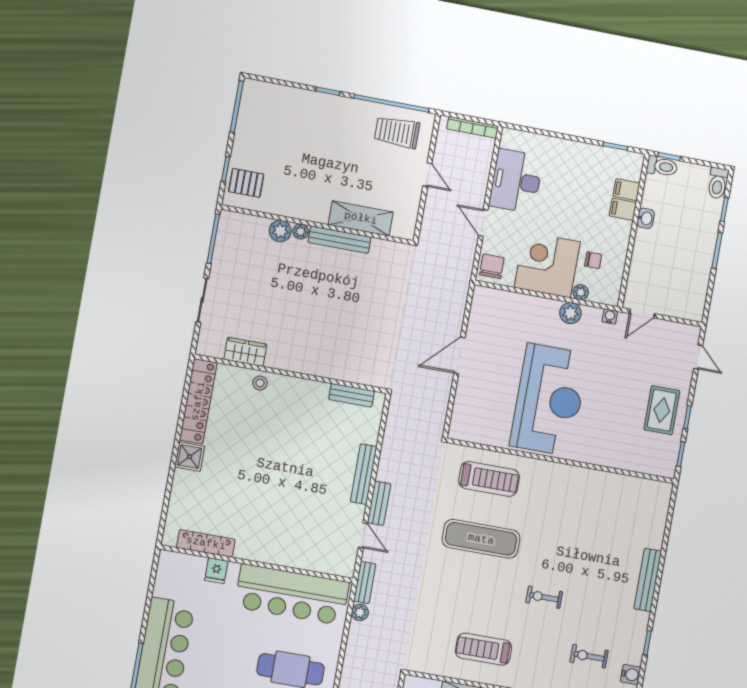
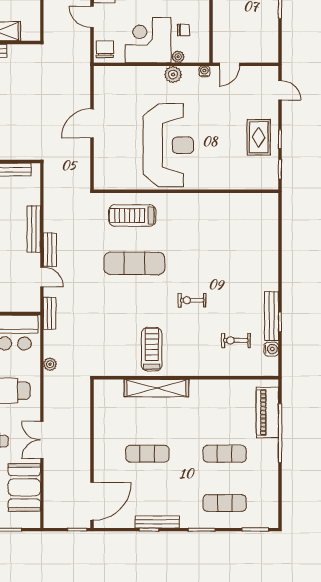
treadmill: (489, 479) -> (132, 216), turned 180
bench: (648, 580) -> (272, 316), moved
plant: (360, 612) -> (50, 364), moved
treadmill: (483, 649) -> (152, 349), turned 90

